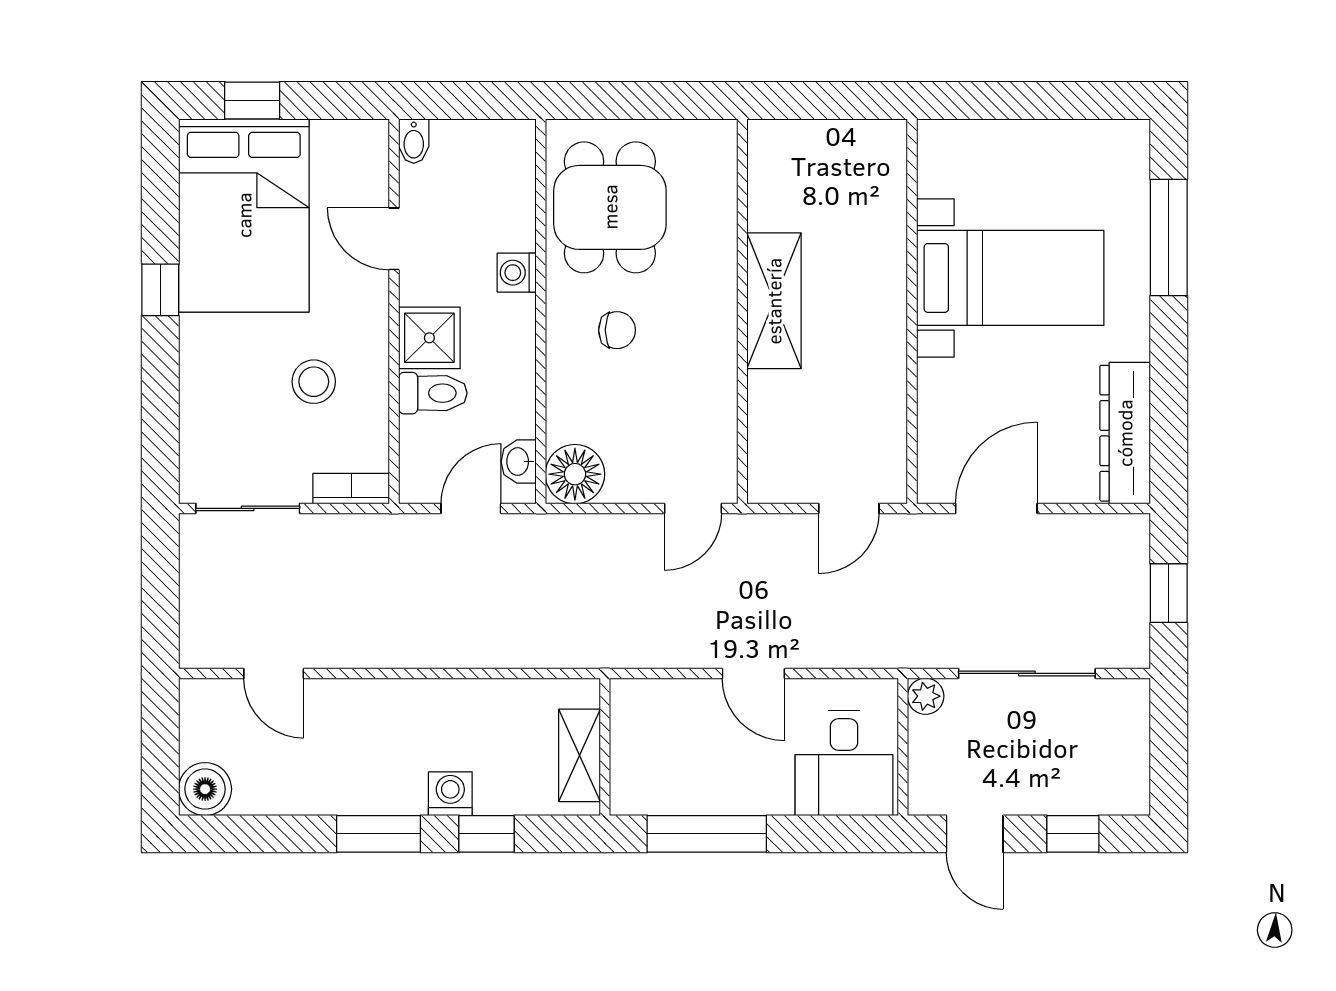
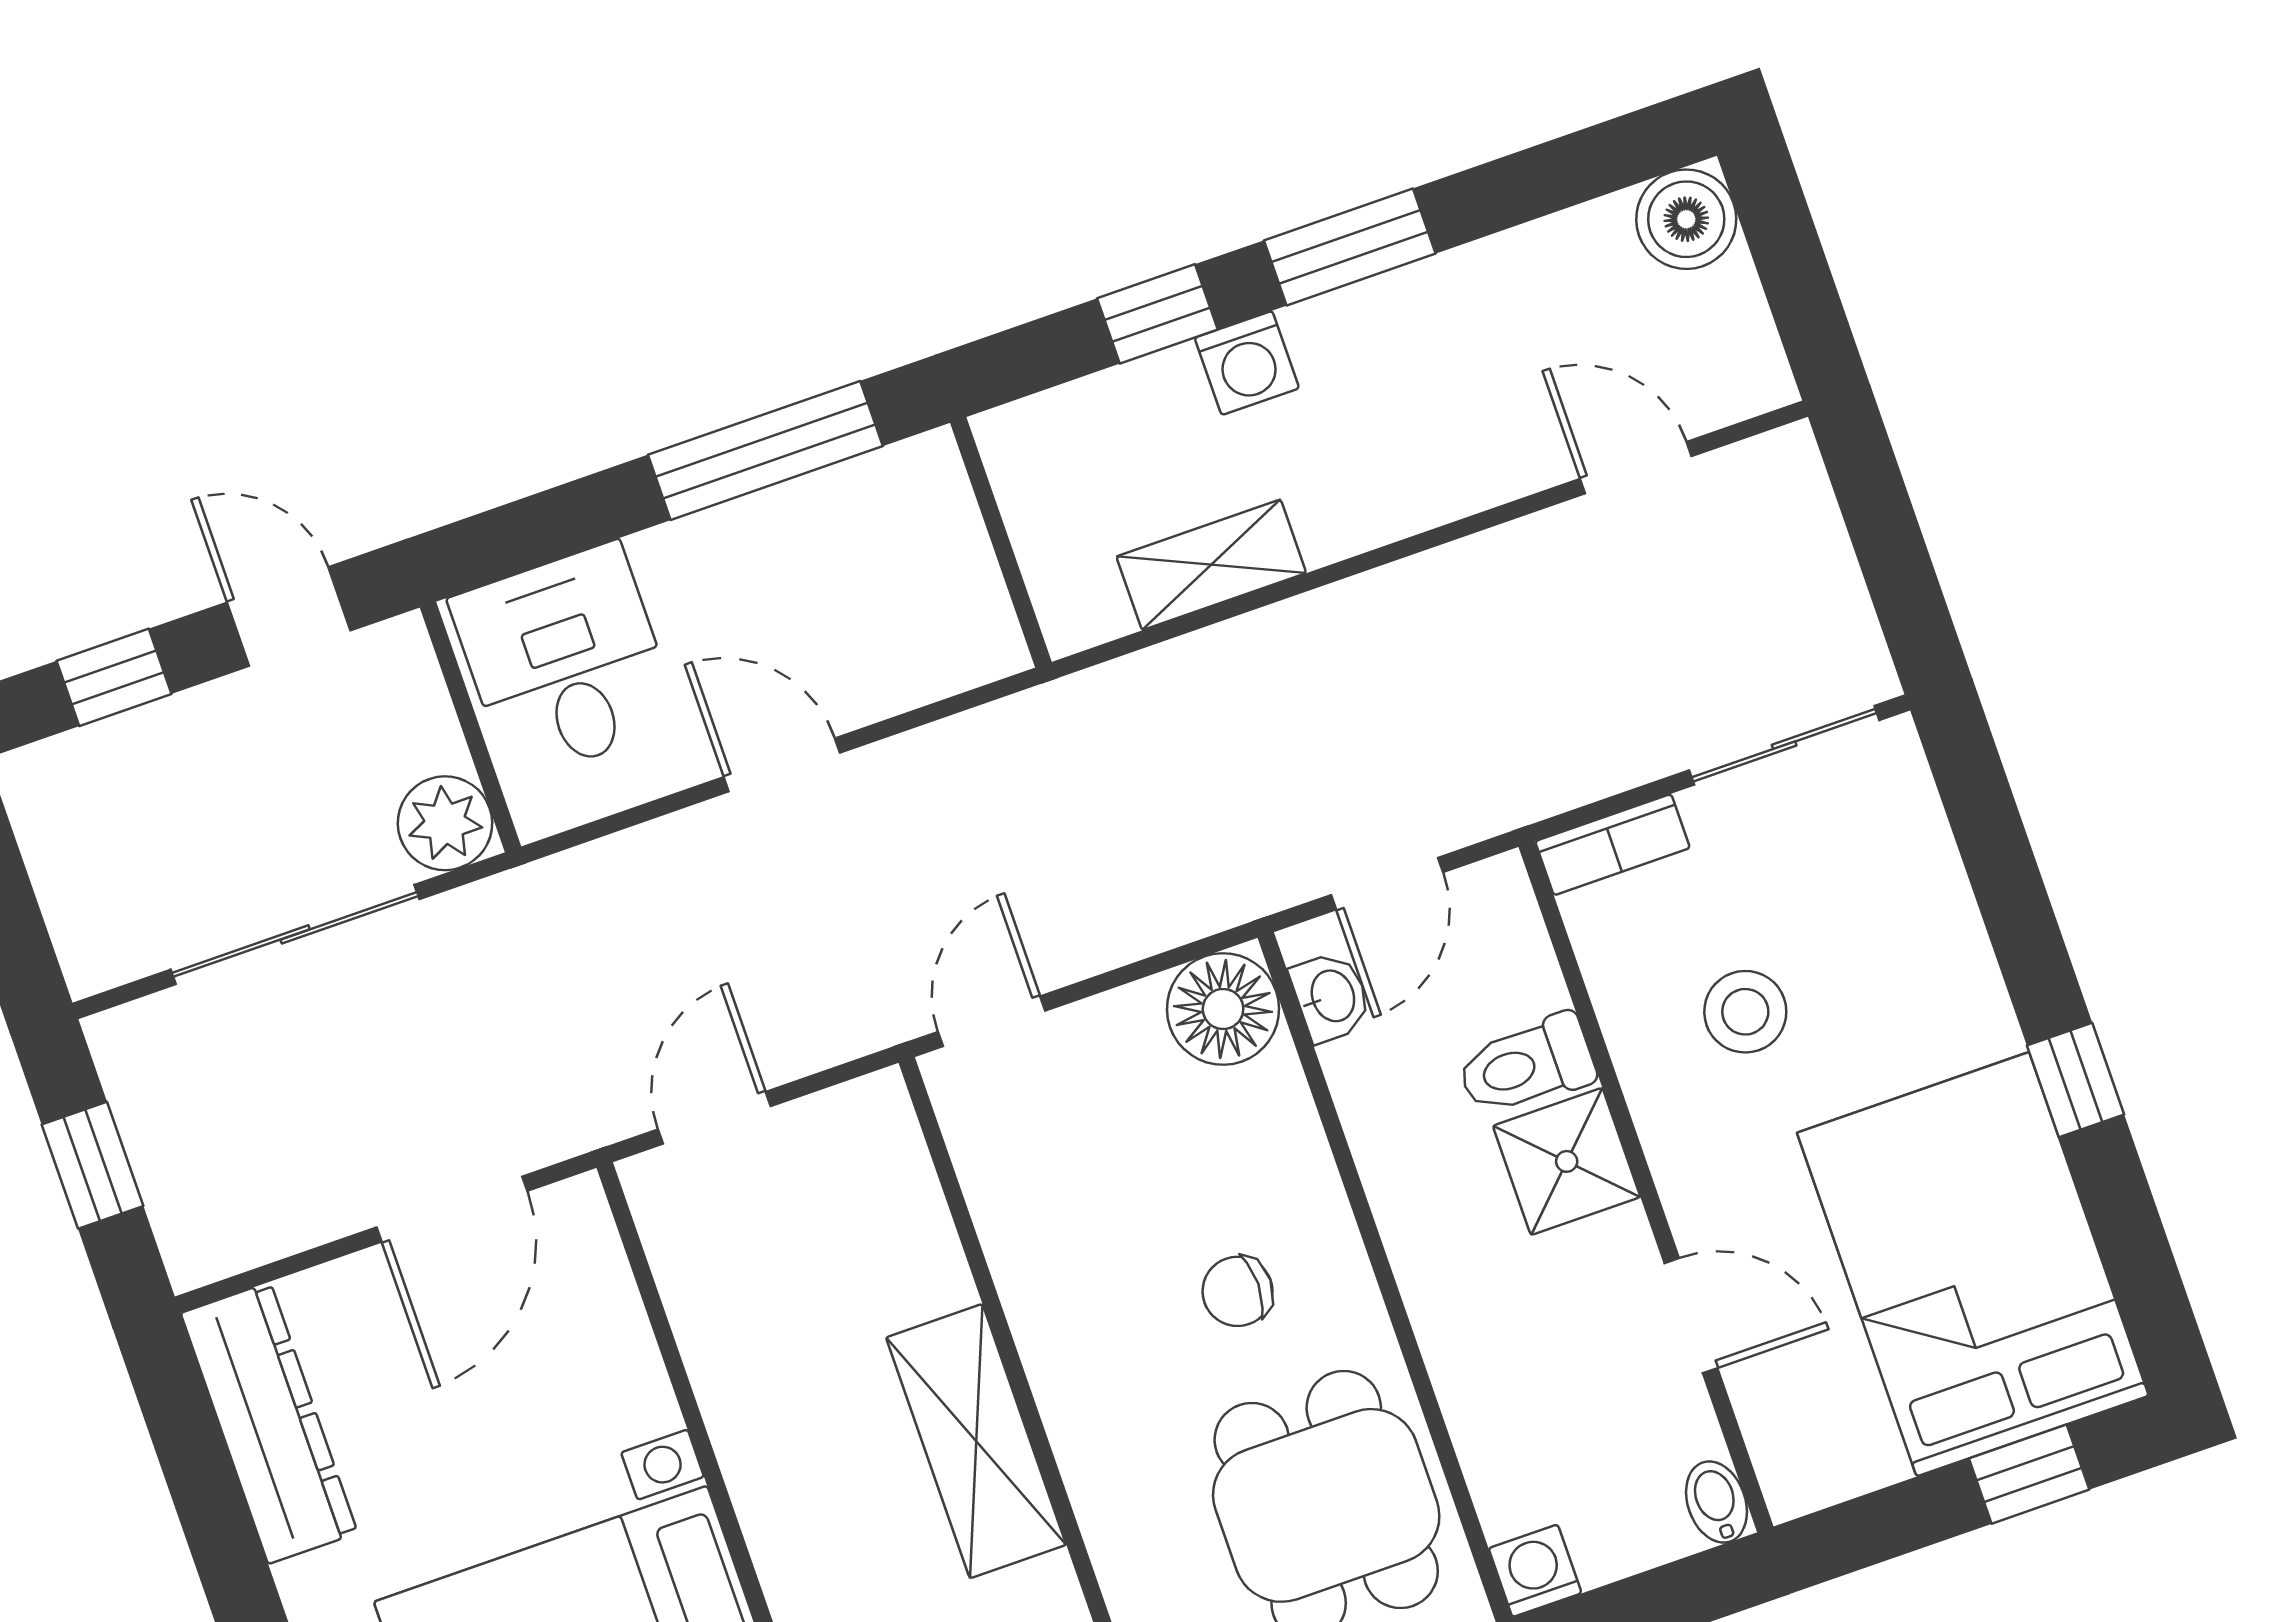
washing machine: (517, 273) -> (1535, 1571), moved, turned -90
plant: (926, 696) -> (445, 823), width x1.38, depth x1.38
shelving: (580, 755) -> (1211, 565), moved, turned 90

